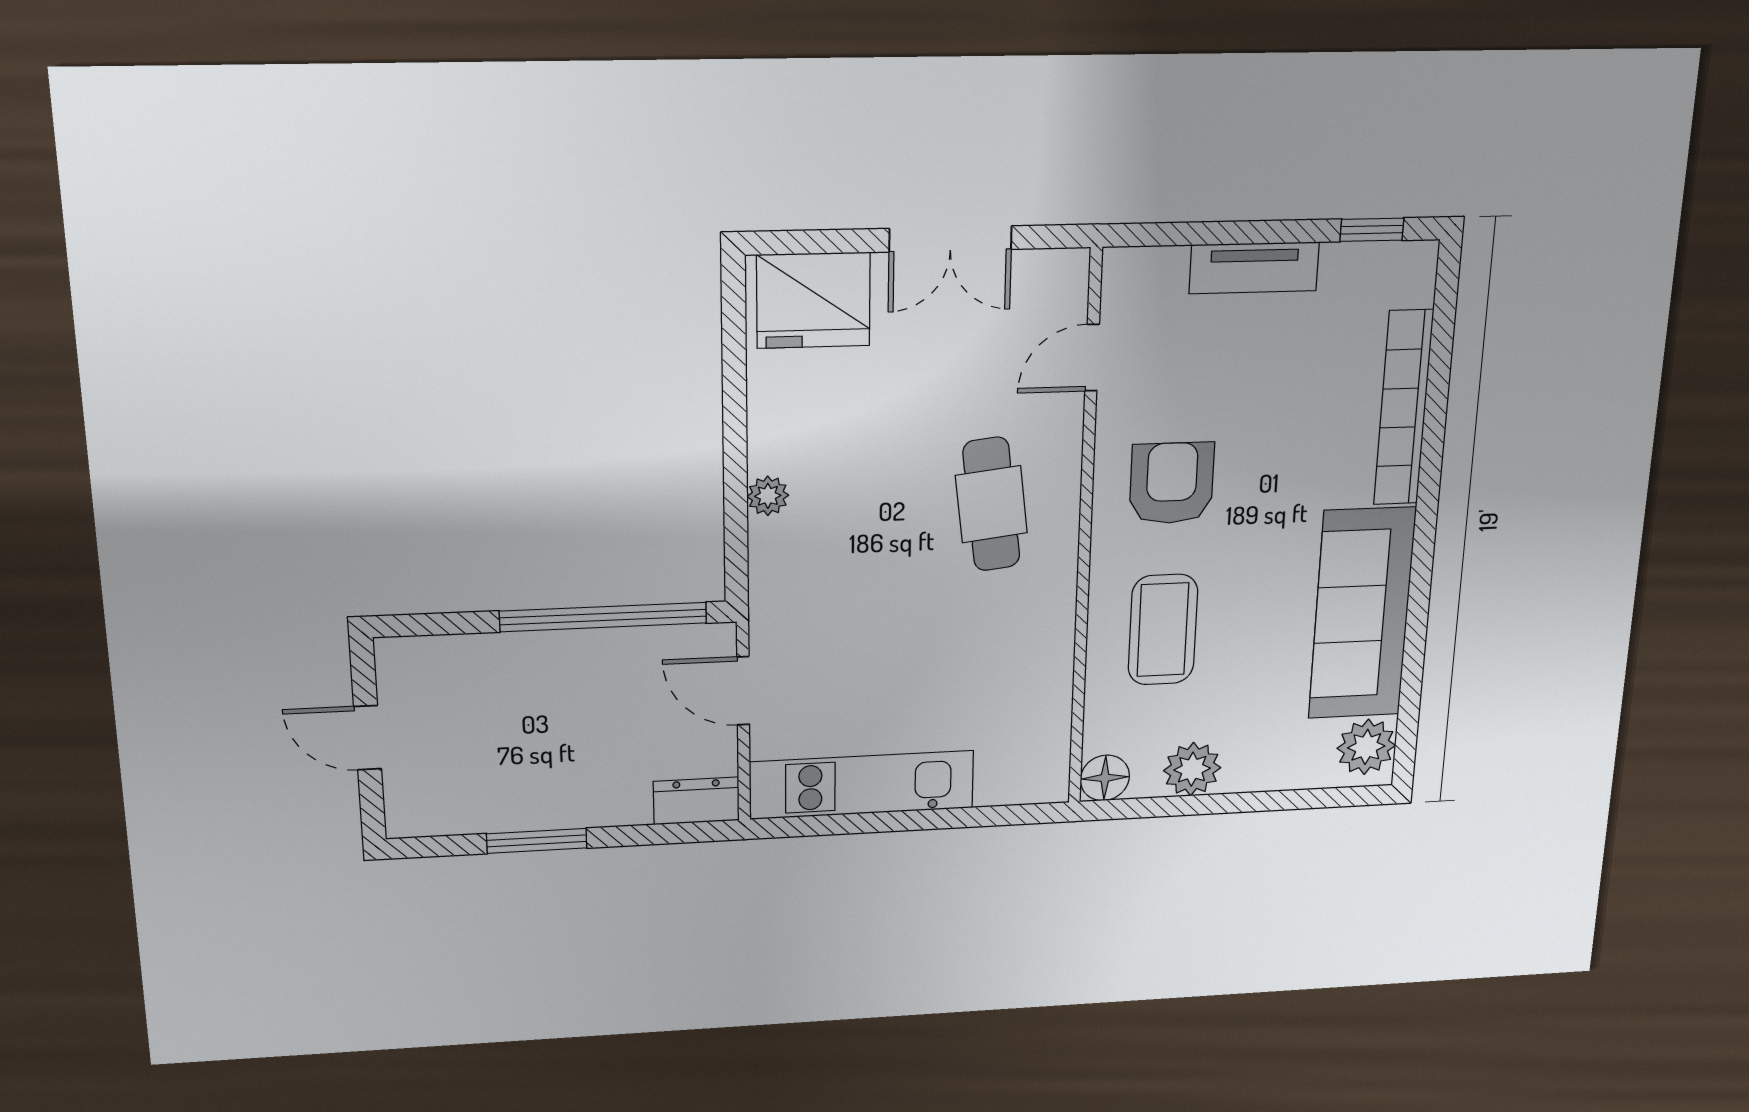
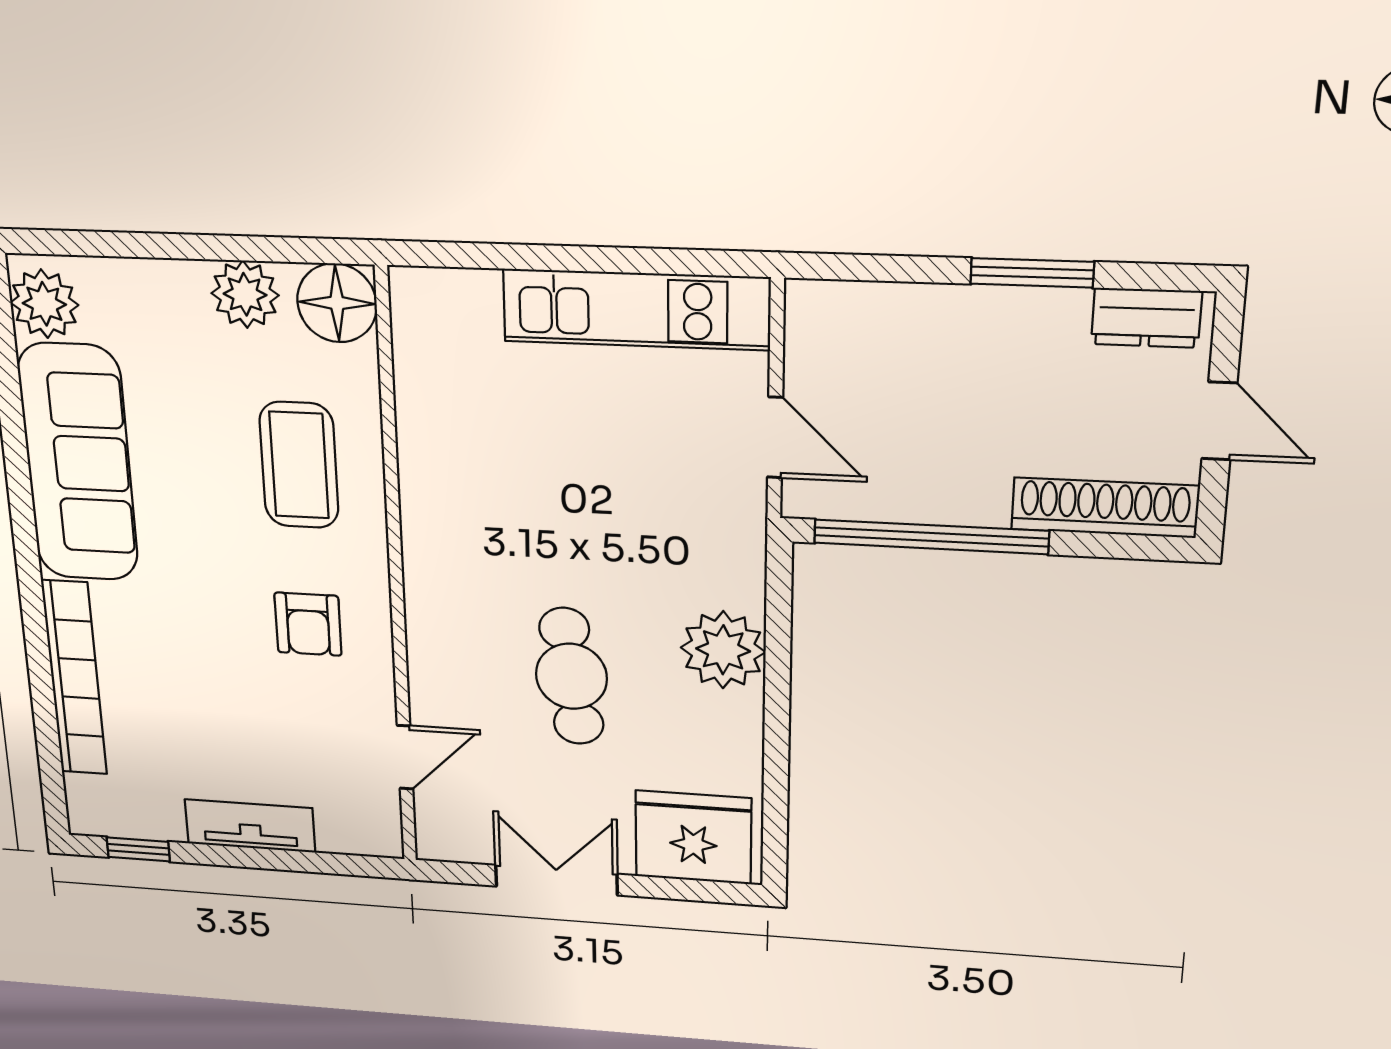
armchair: (1172, 483) -> (308, 624), width x0.72, depth x0.72
plant: (768, 496) -> (723, 650), width x1.87, depth x1.87
cafe table: (991, 504) -> (571, 676), moved
shoe rack: (454, 656) -> (1105, 508), added
floor lamp: (1105, 778) -> (337, 303), width x1.38, depth x1.38
dresser: (696, 801) -> (1146, 318), moved

